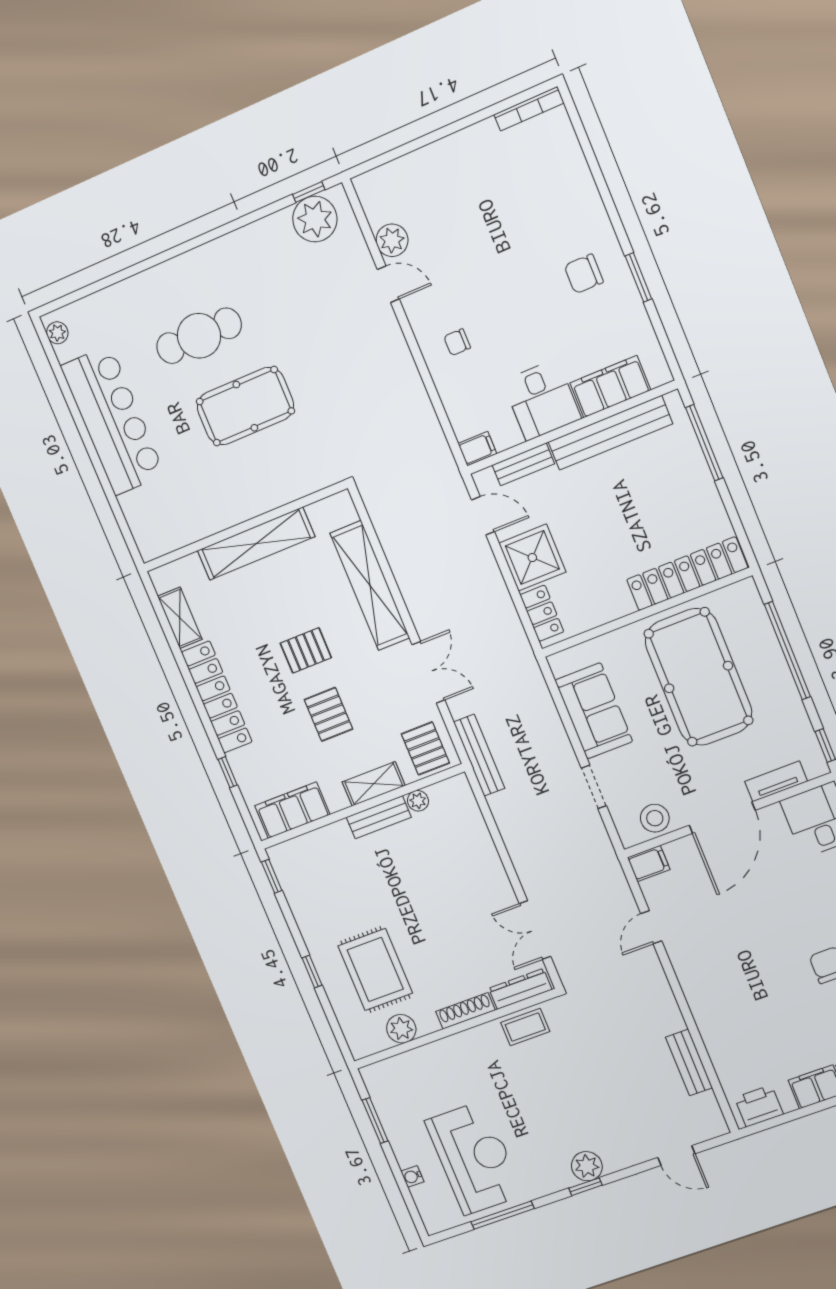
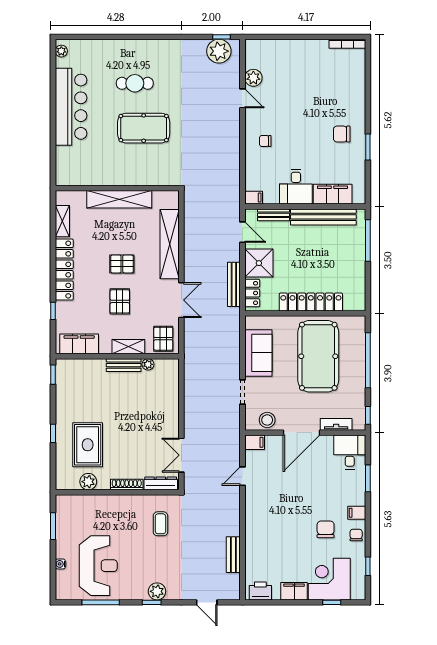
cafe table: (199, 336) -> (135, 83), width x0.73, depth x0.74
locker: (687, 574) -> (311, 302), moved
bench: (479, 755) -> (234, 284), moved
coffee table: (525, 1027) -> (160, 524), moved, turned 90

